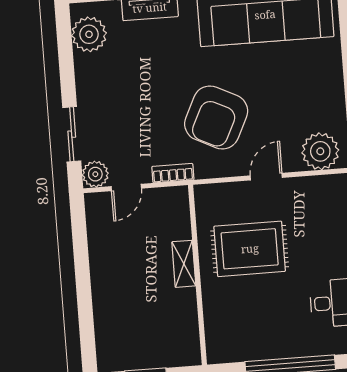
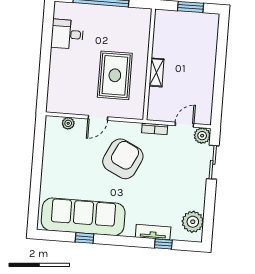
plant: (320, 151) -> (68, 123), width x0.53, depth x0.53
rug: (250, 249) -> (115, 75), turned 90

